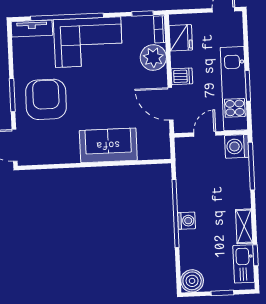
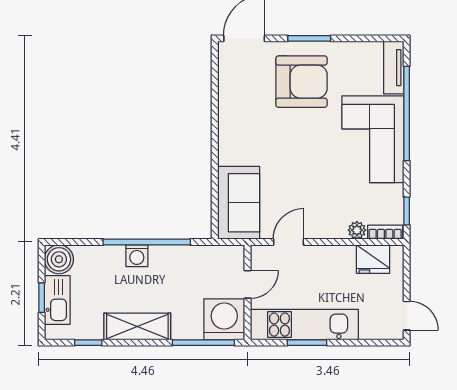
plant: (153, 58) -> (357, 230), width x0.53, depth x0.53
dishwasher: (182, 76) -> (323, 258), removed
door: (171, 104) -> (288, 242), width x0.73
door: (205, 134) -> (247, 284), hinge flipped
sofa: (108, 145) -> (239, 203), moved
washing machine: (237, 146) -> (224, 319), width x1.37, depth x1.37
shelving: (244, 226) -> (137, 326), width x1.50, depth x1.33
kitchen sink: (244, 264) -> (57, 300), moved, turned 90

